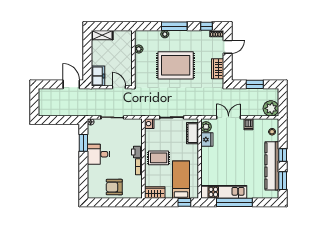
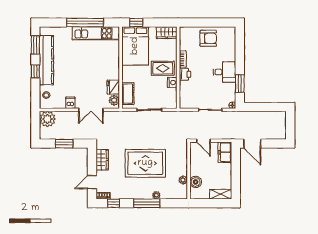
boiler: (127, 47) -> (196, 182), added
nightstand: (149, 124) -> (172, 83), moved
bed: (181, 180) -> (135, 46), width x1.50

